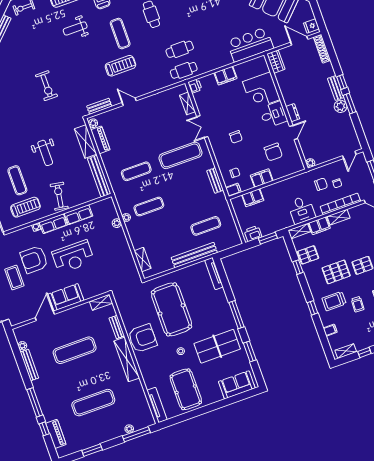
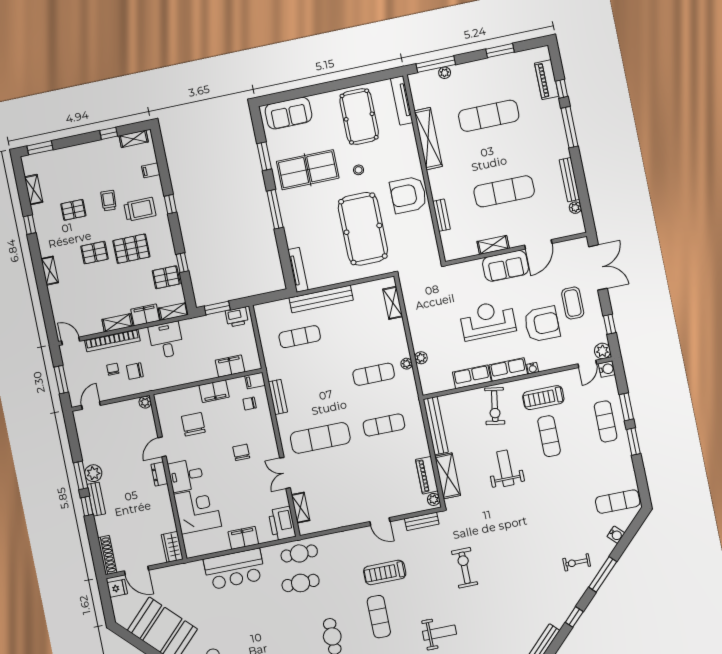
bar counter: (250, 45) -> (234, 569), moved
exercise bike: (46, 86) -> (465, 568), moved
printer: (195, 86) -> (282, 524), width x1.87, depth x1.48
double door: (202, 127) -> (285, 473), swing flipped
shelving: (101, 302) -> (493, 245), moved
shelving: (127, 359) -> (428, 139), moved

